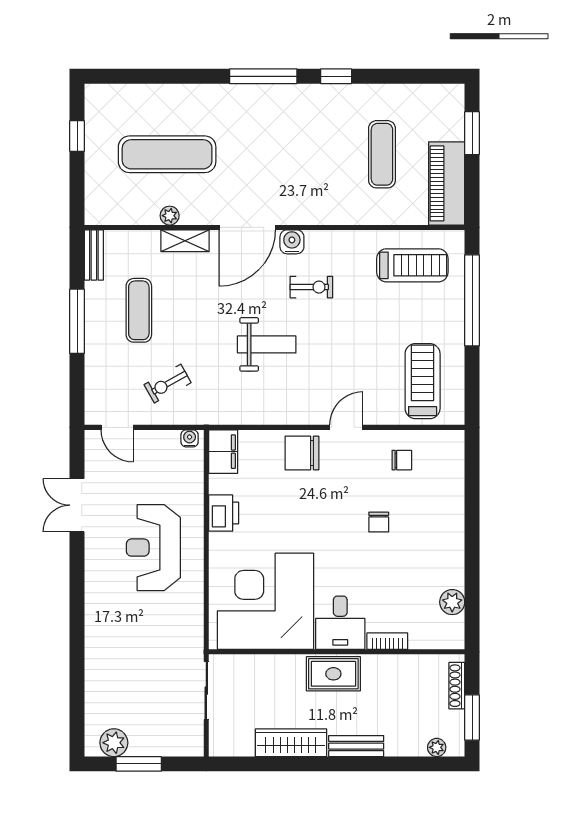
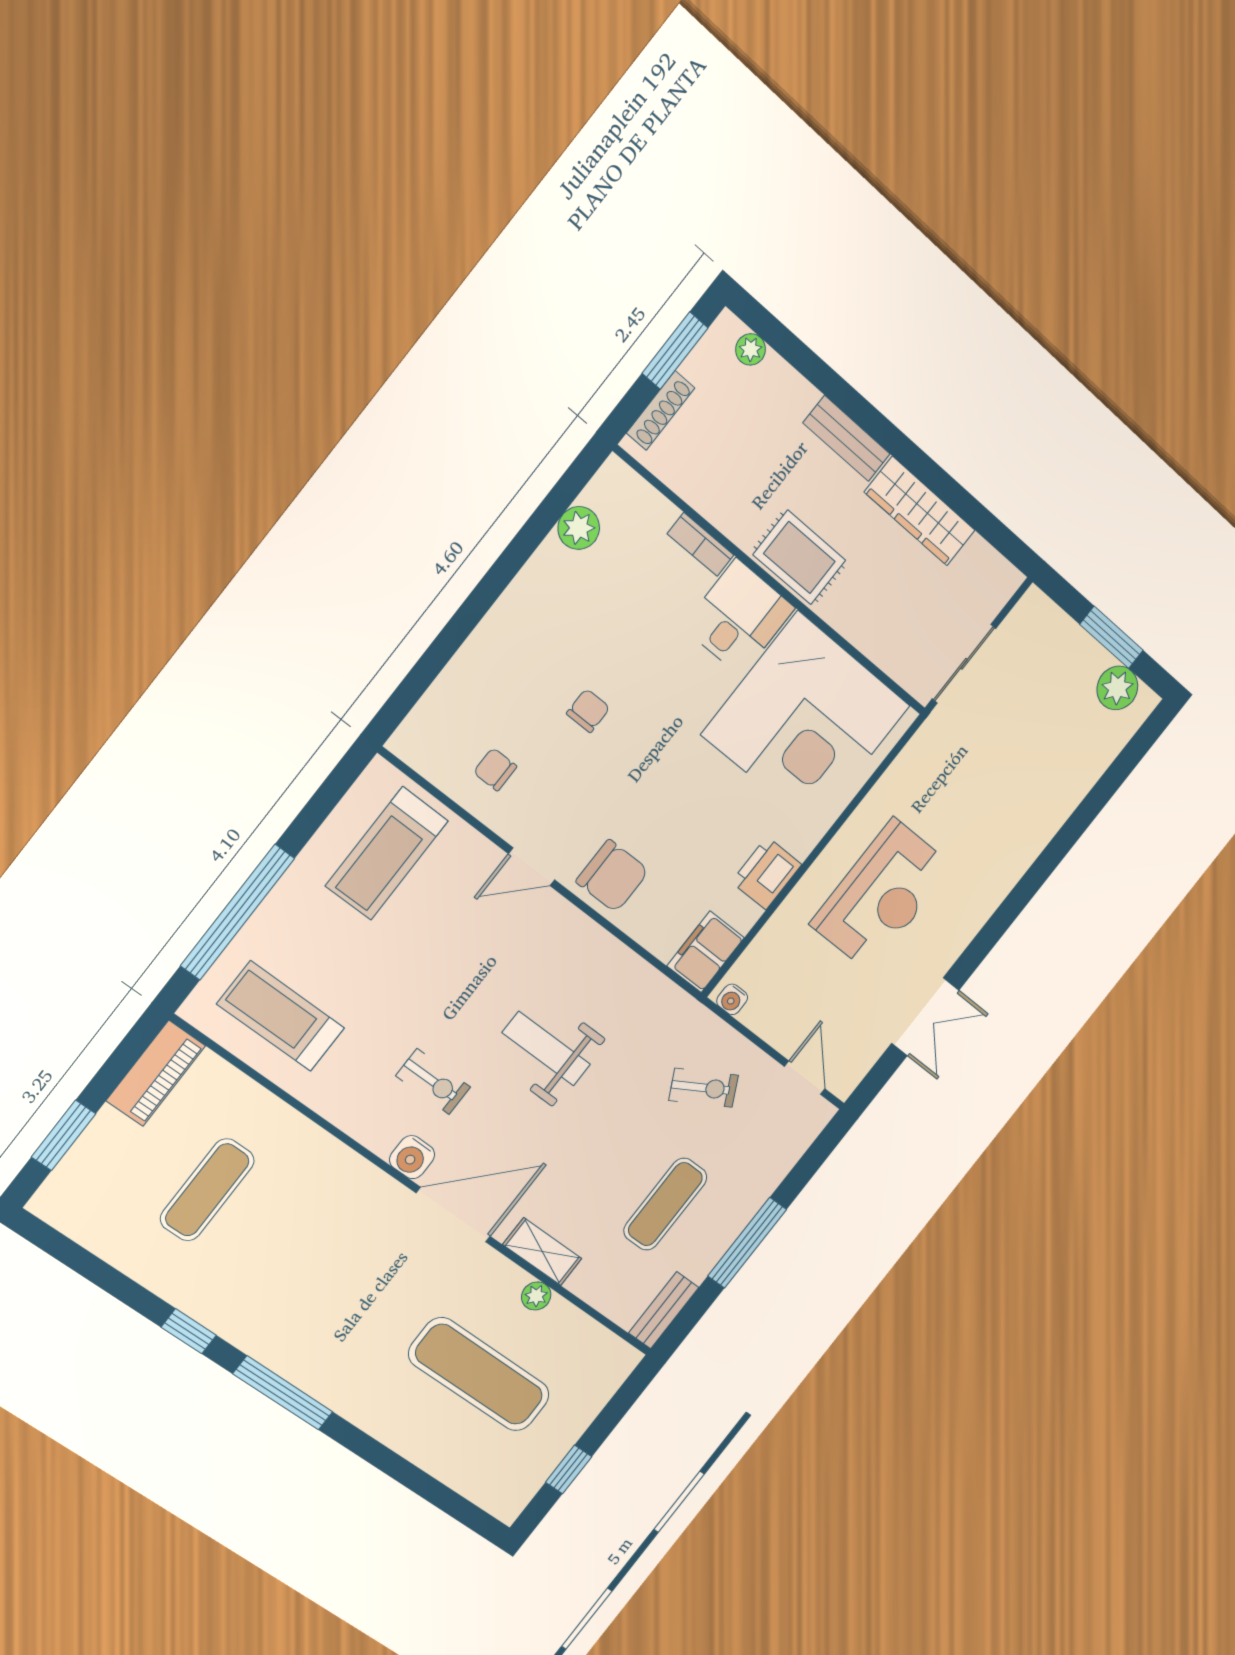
piano: (447, 183) -> (156, 1073), width x0.73, depth x0.75
exercise bike: (311, 287) -> (433, 1082), turned 180

